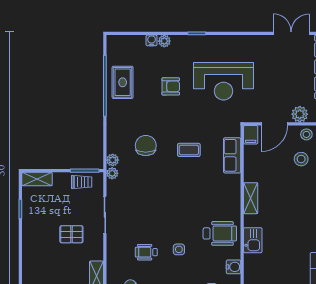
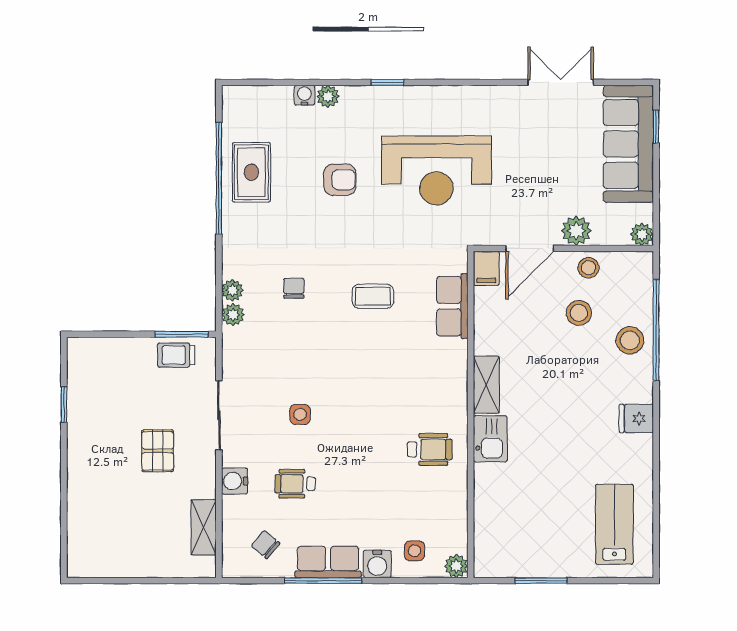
chair: (146, 146) -> (294, 288), width x0.54, depth x0.54
plant: (112, 173) -> (232, 290), moved
shelving: (37, 179) -> (94, 349), removed
trolley: (82, 182) -> (176, 355), turned 180
wheelchair: (220, 233) -> (430, 449), width x0.73, depth x0.73
pallet: (71, 234) -> (158, 451), turned 90
kitchen sink: (253, 240) -> (490, 439), moved
side table: (179, 249) -> (300, 414), moved
water cooler: (234, 267) -> (235, 481), moved, turned 180

